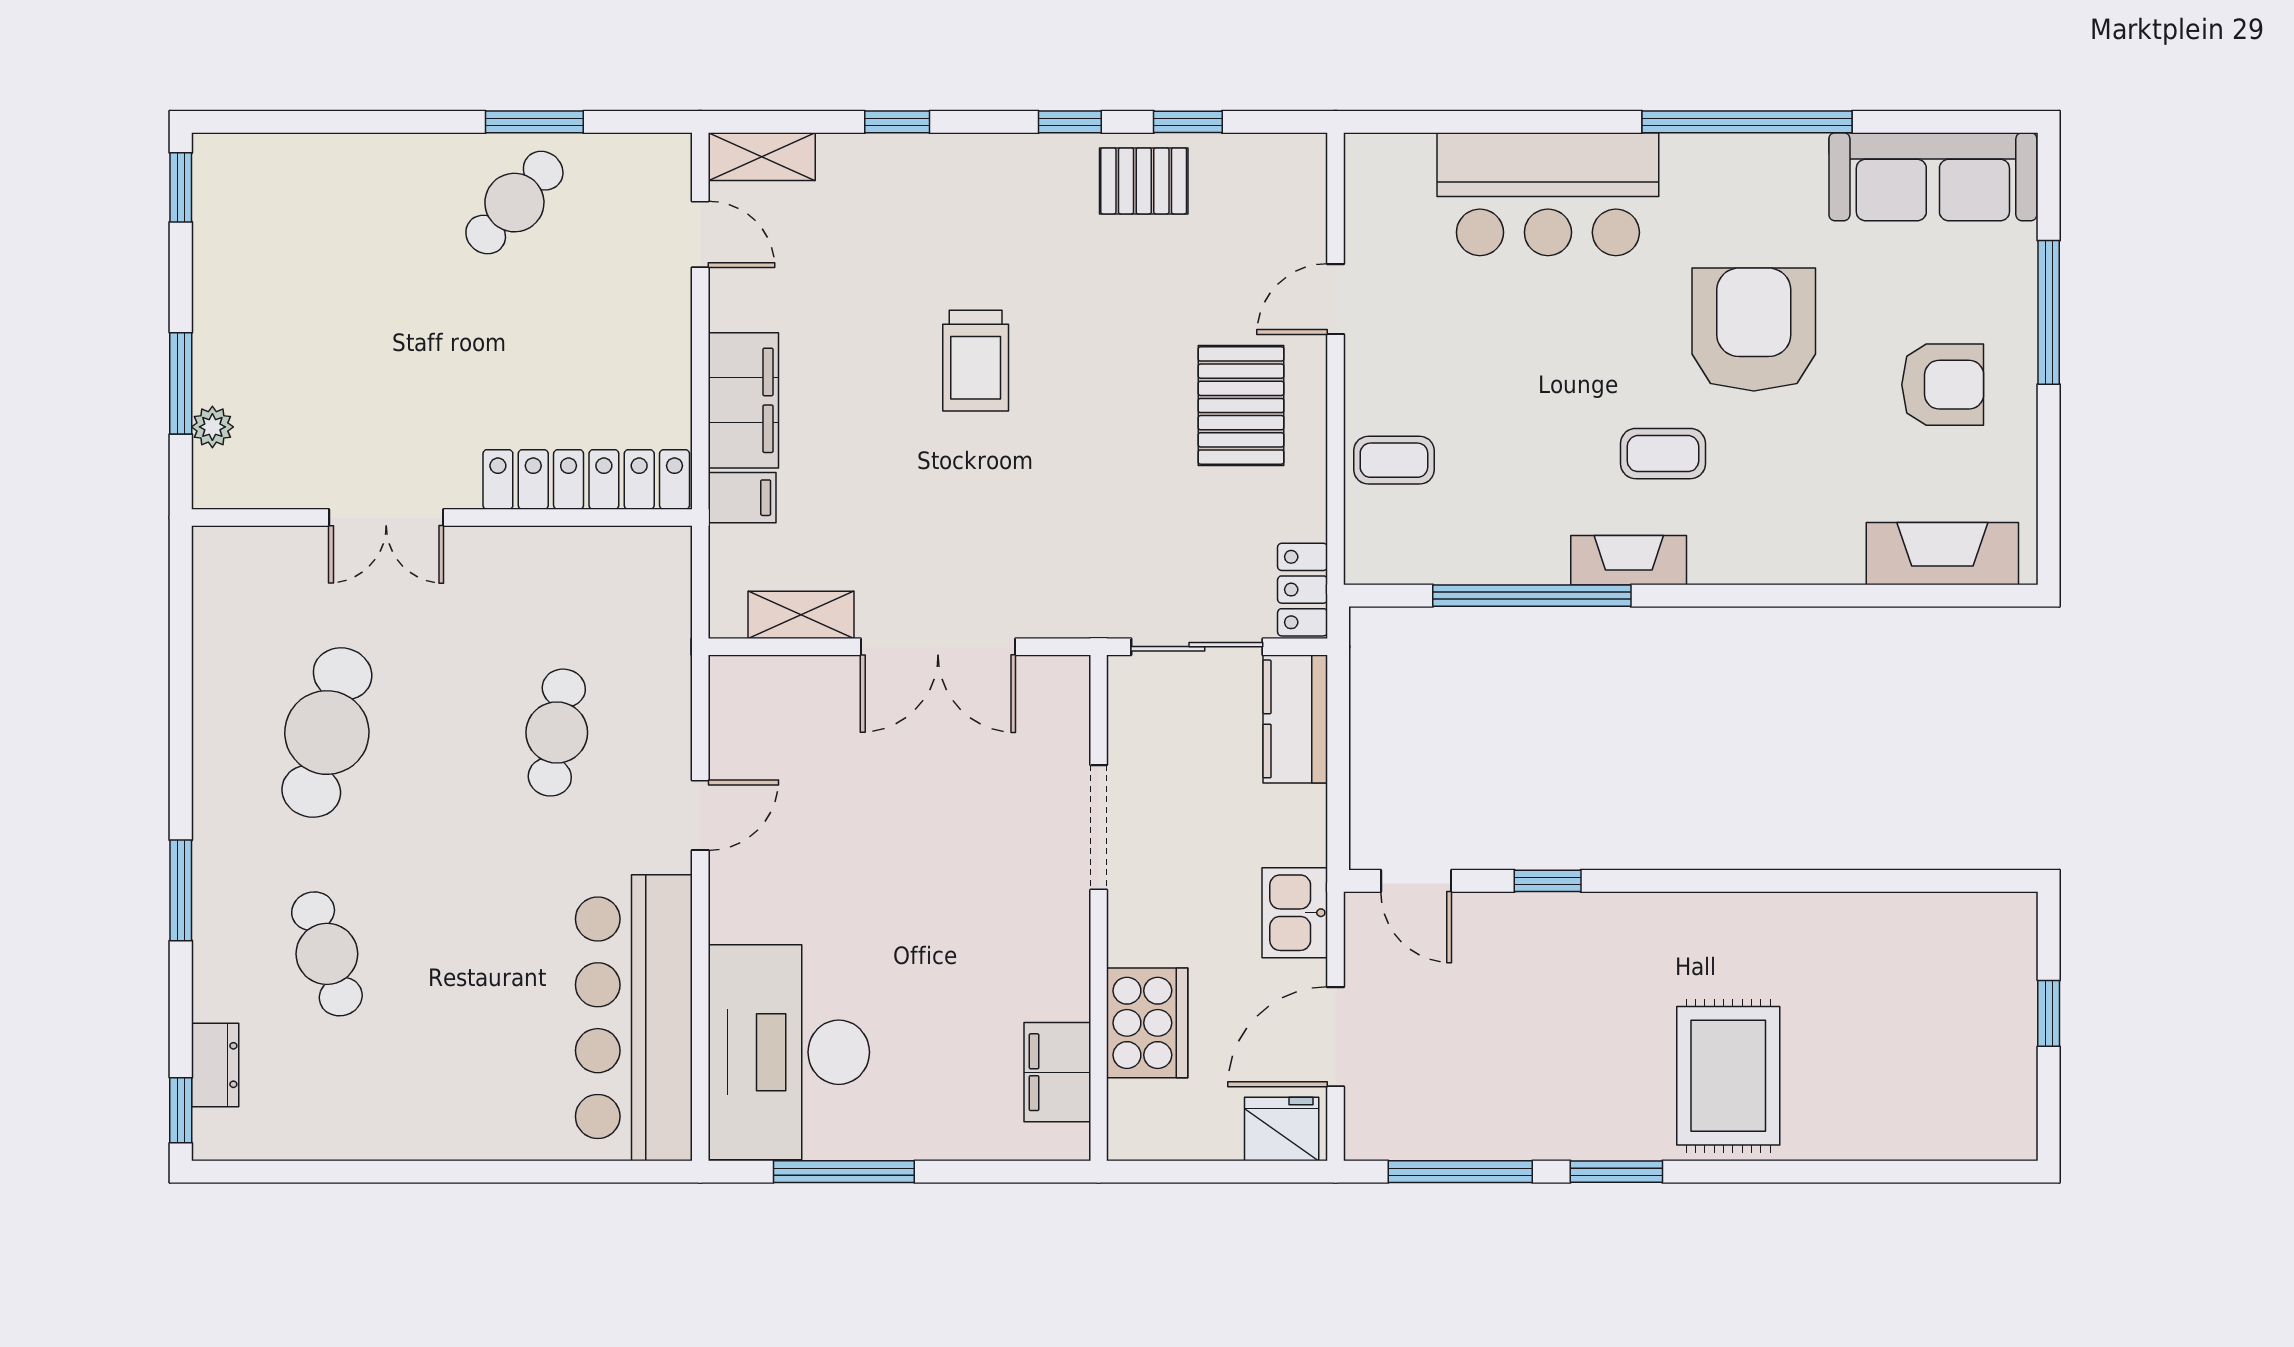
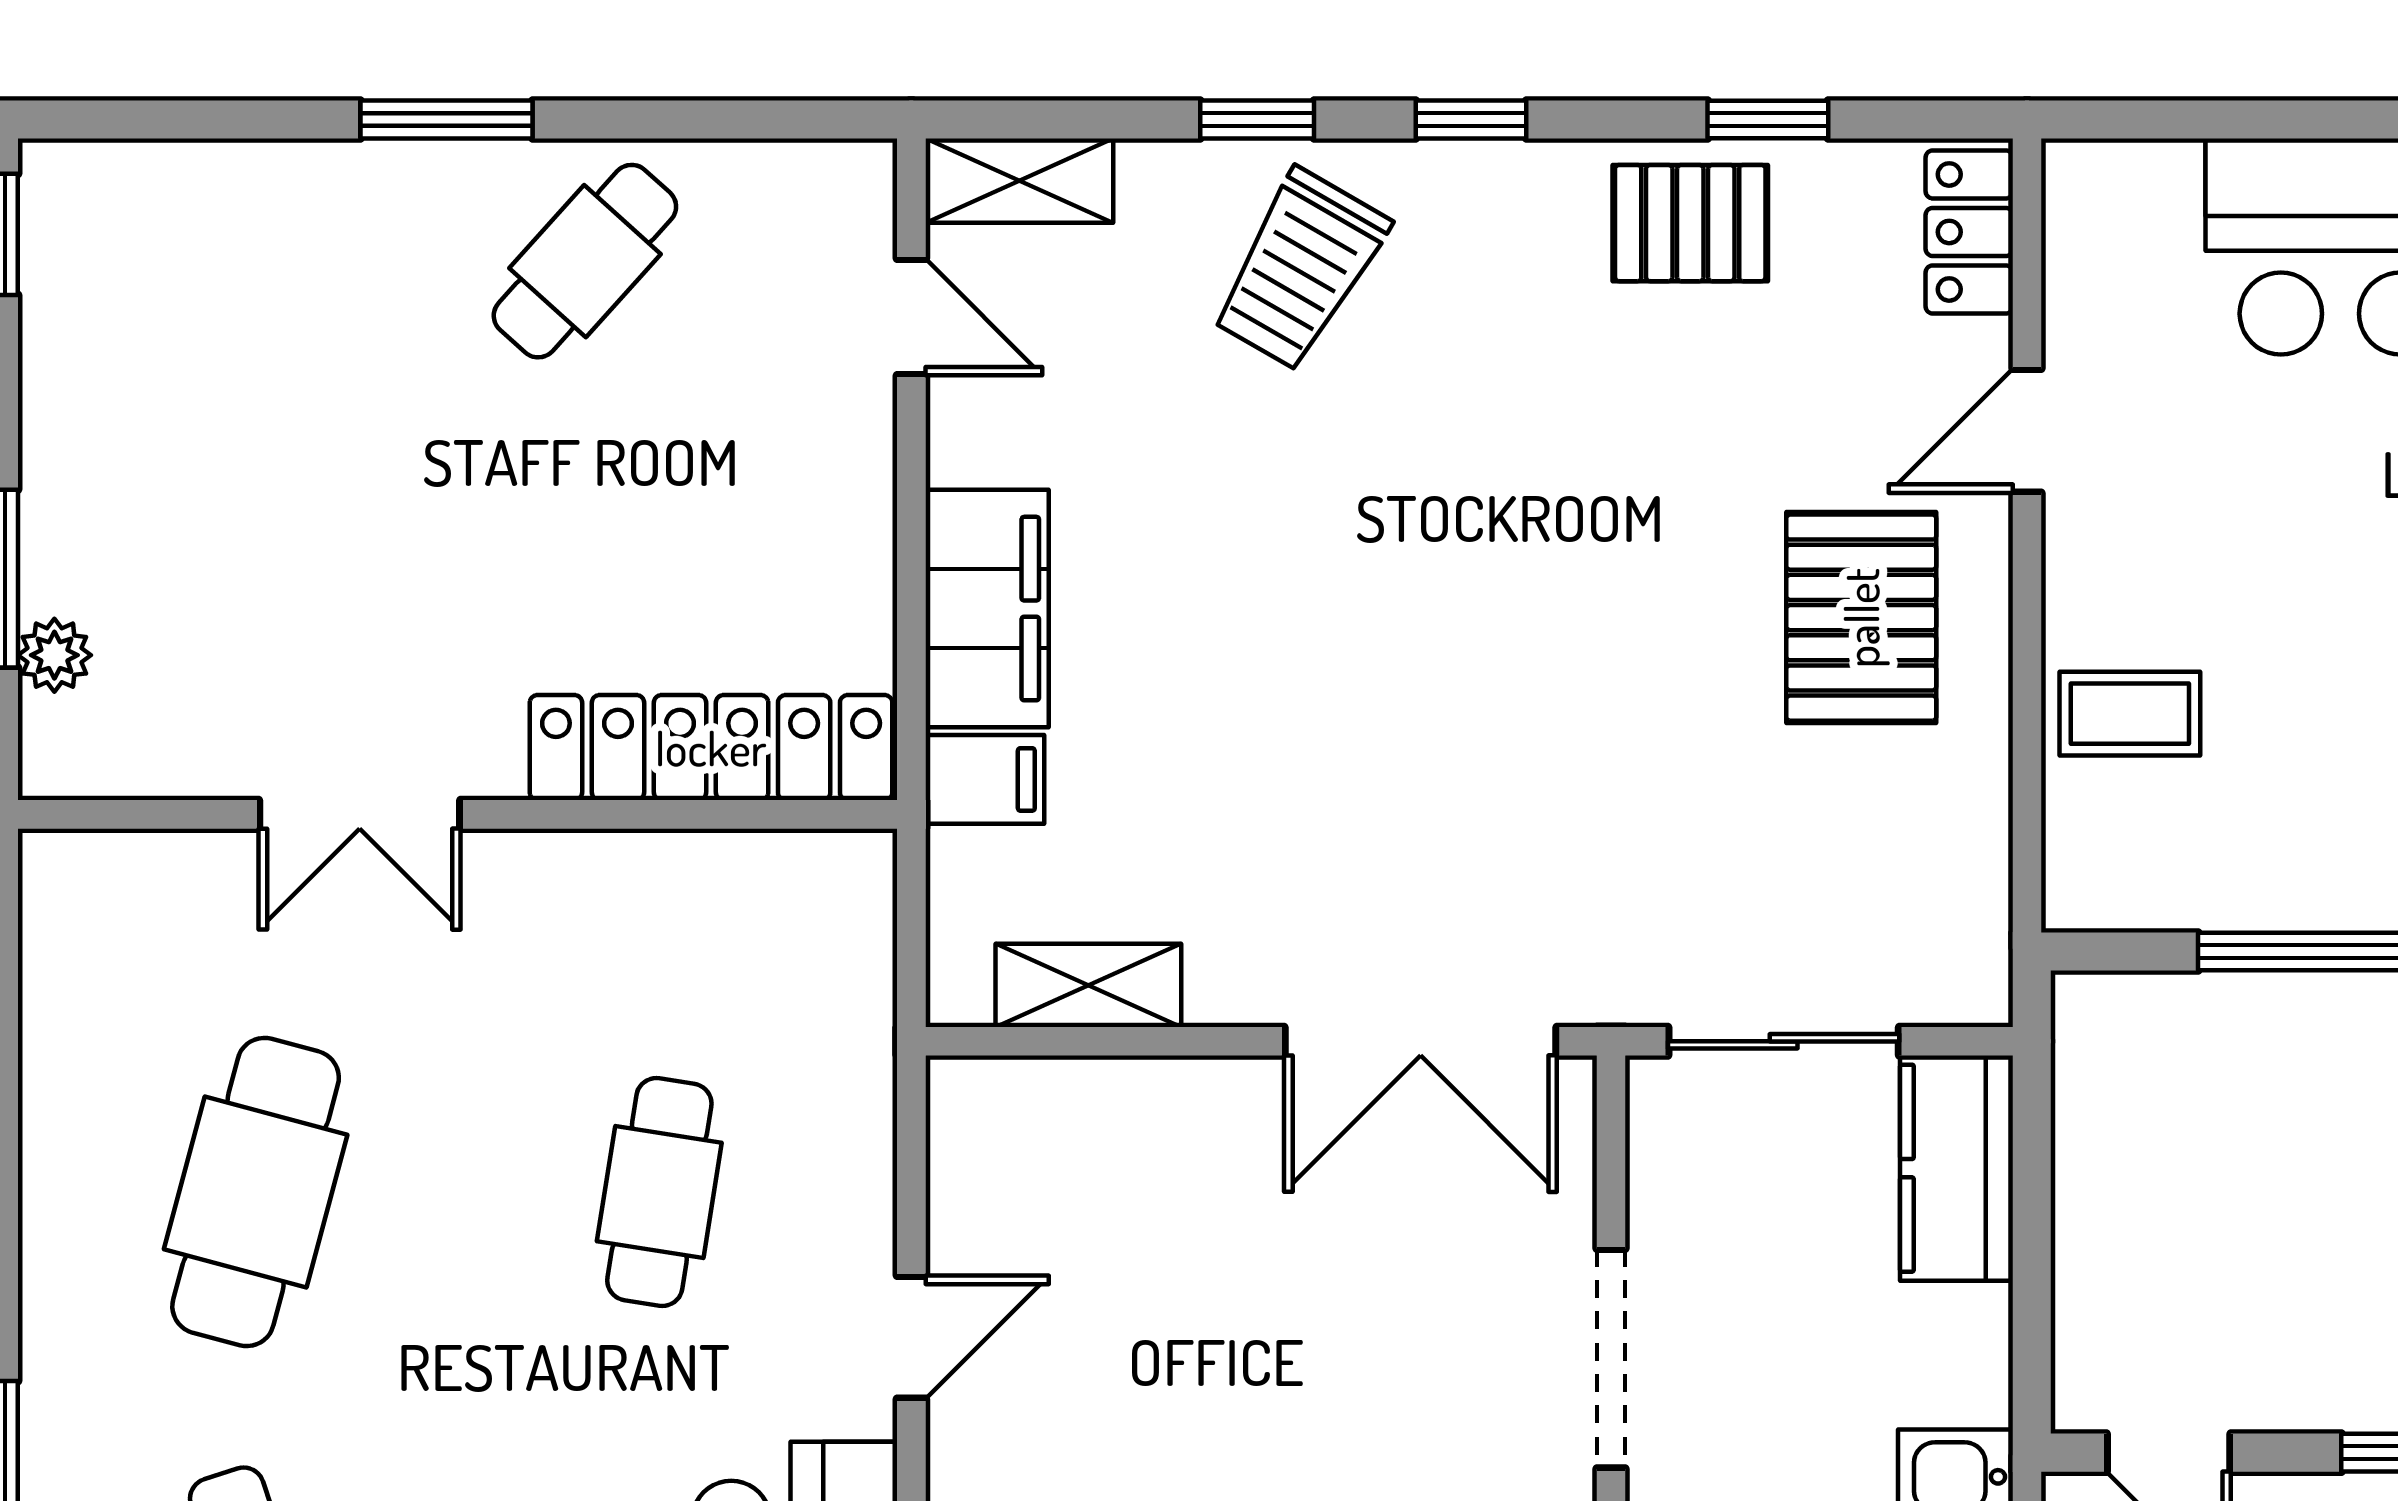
window: (534, 122) -> (446, 119), moved
window: (1070, 122) -> (1471, 119), moved
trolley: (976, 361) -> (1300, 270), moved, turned 30
locker: (1303, 590) -> (1969, 232), moved
double door: (938, 647) -> (1421, 1041), moved

